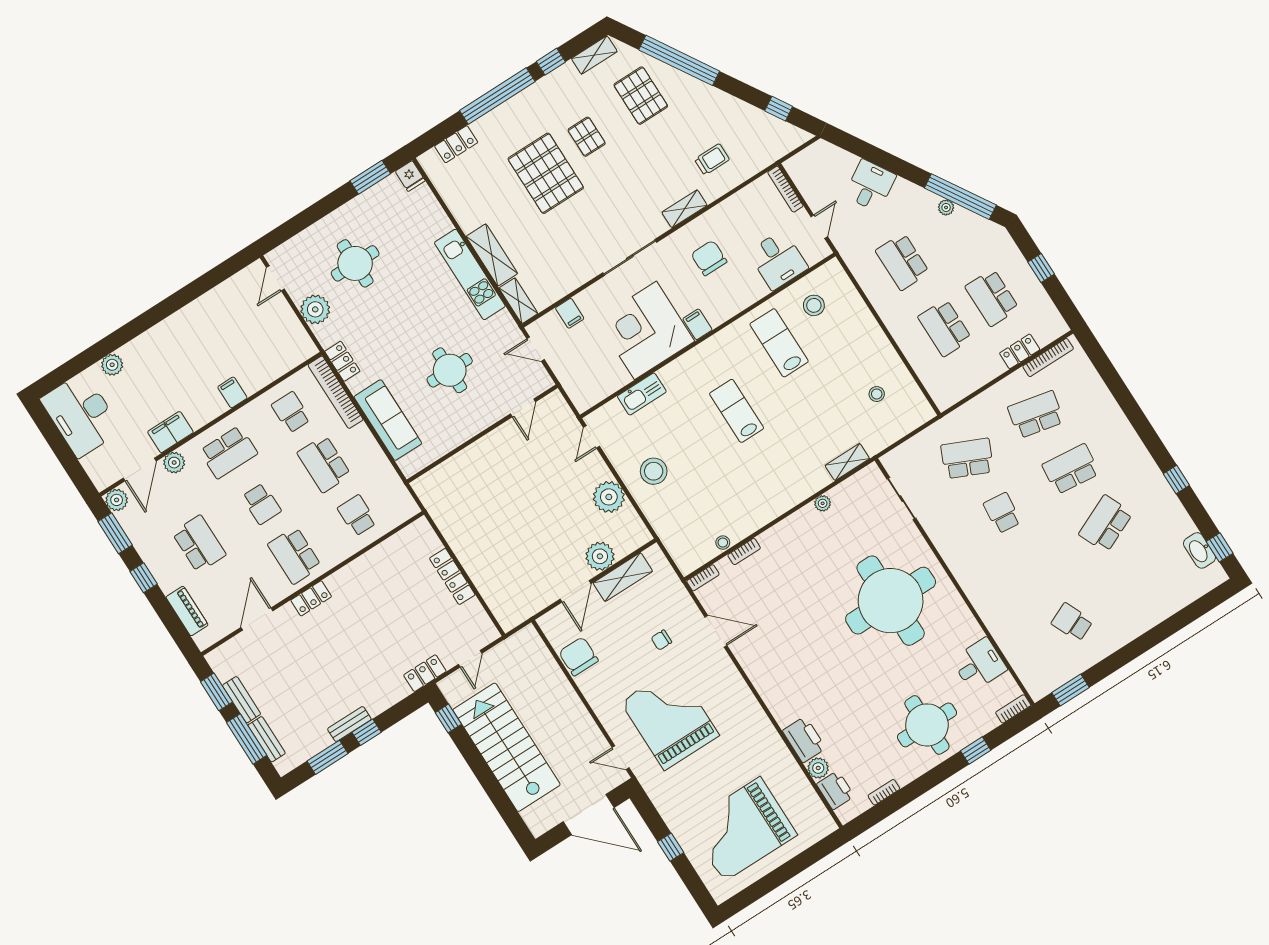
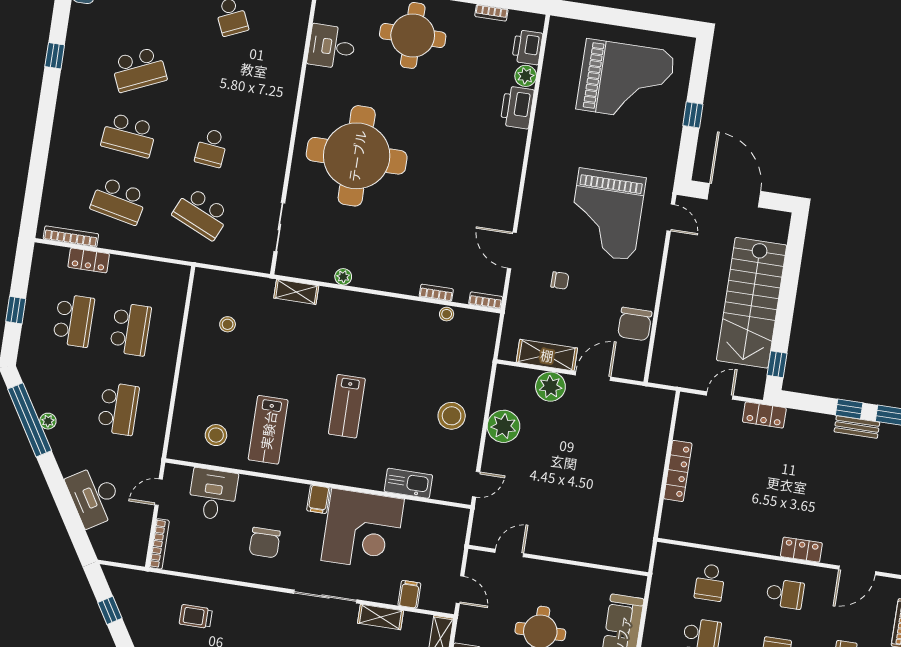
desk: (870, 186) -> (94, 496), width x1.37
shelving: (684, 209) -> (381, 617), moved
school desk: (295, 555) -> (785, 594), width x0.54

